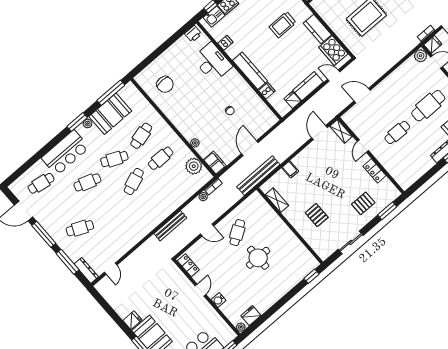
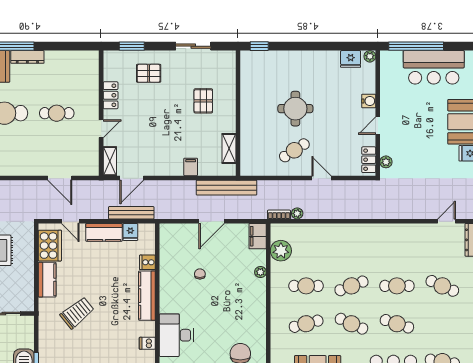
trolley: (283, 25) -> (77, 313), turned -39
cafe table: (107, 205) -> (397, 286), added
bench: (170, 226) -> (131, 213), moved
plant: (177, 273) -> (386, 162), added

